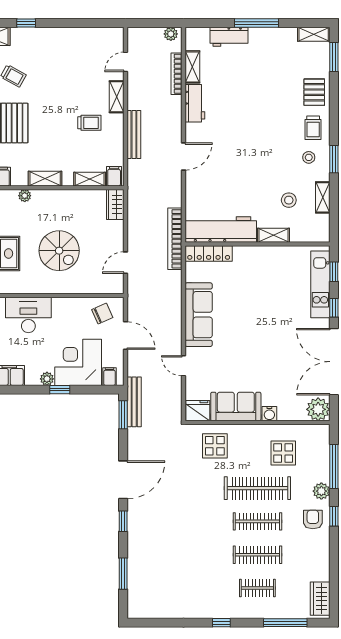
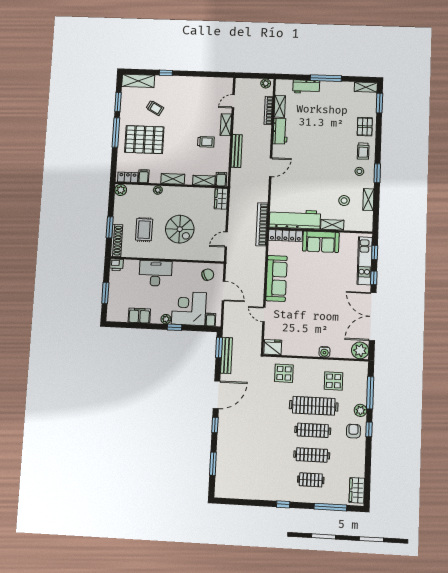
bench: (134, 402) -> (226, 355), moved
sofa: (236, 407) -> (321, 242), moved, turned 180

